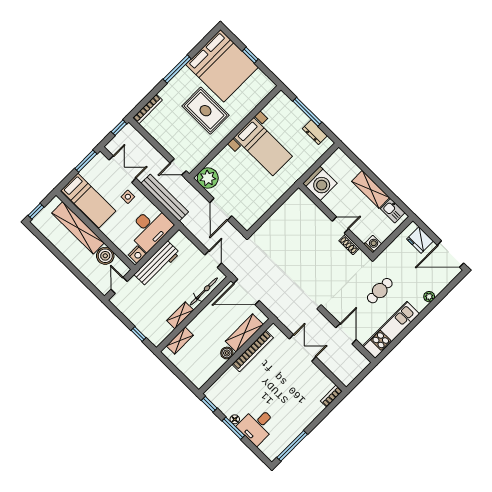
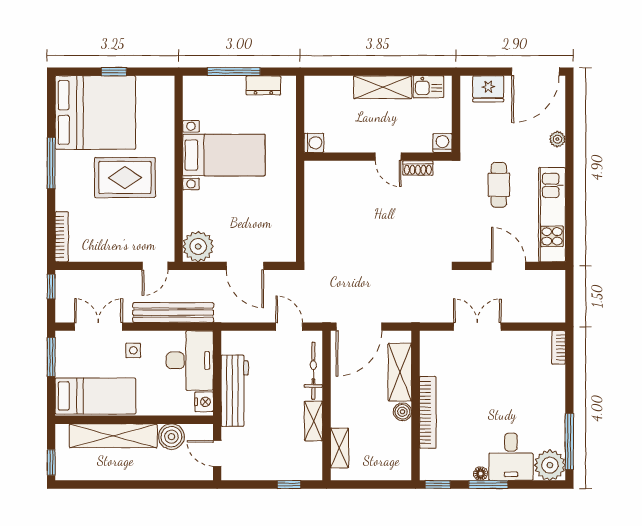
washing machine: (320, 183) -> (314, 143), width x0.53, depth x0.53
door: (340, 225) -> (388, 157), swing flipped
bookcase: (253, 351) -> (428, 412), moved
plant: (272, 448) -> (550, 465), added

